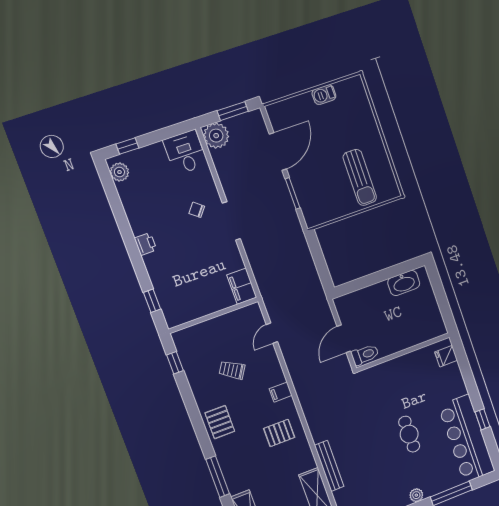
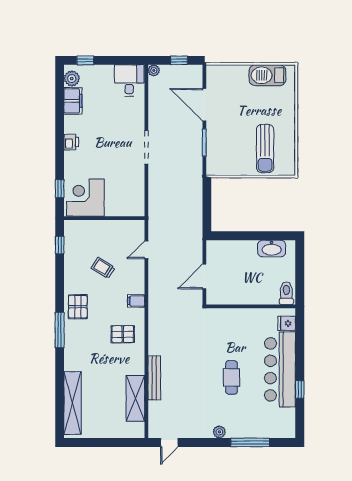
barbecue: (324, 95) -> (267, 75), width x1.88, depth x1.53
window: (233, 111) -> (179, 60), width x0.67
plant: (216, 136) -> (154, 70), width x0.53, depth x0.53
door: (278, 152) -> (204, 105), swing flipped
chair: (197, 210) -> (122, 129), removed
filing cabinet: (242, 286) -> (73, 101), moved, turned 180
corner desk: (184, 300) -> (85, 198), added
toilet: (365, 355) -> (286, 293), moved, turned -90
bar counter: (467, 438) -> (280, 369), moved
window: (218, 477) -> (60, 330), moved

